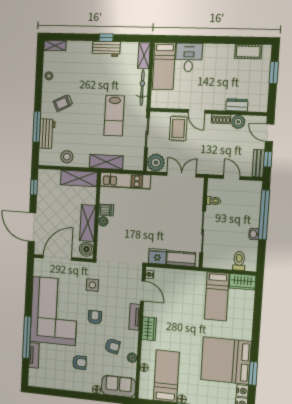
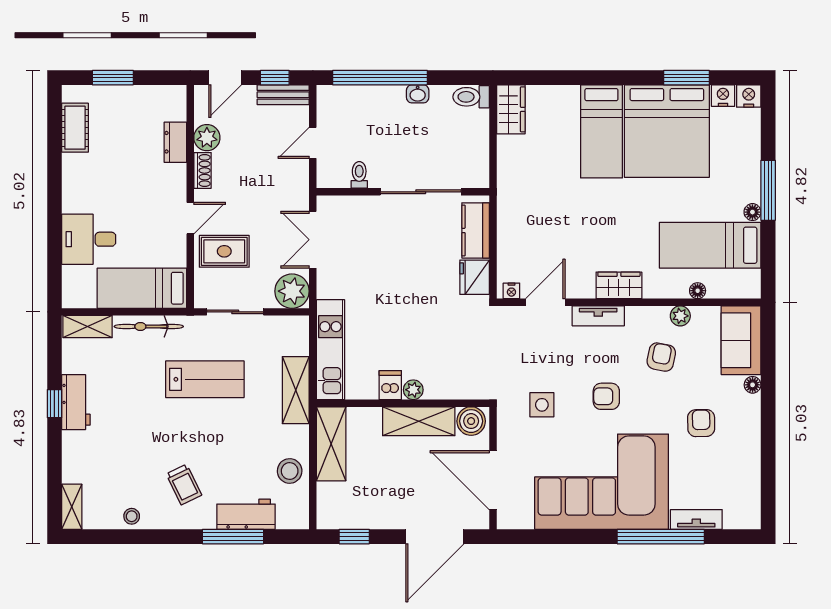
bed: (164, 66) -> (142, 288), moved, turned 180
toilet: (239, 261) -> (471, 97), moved
bed: (217, 296) -> (601, 131), moved, turned 90

